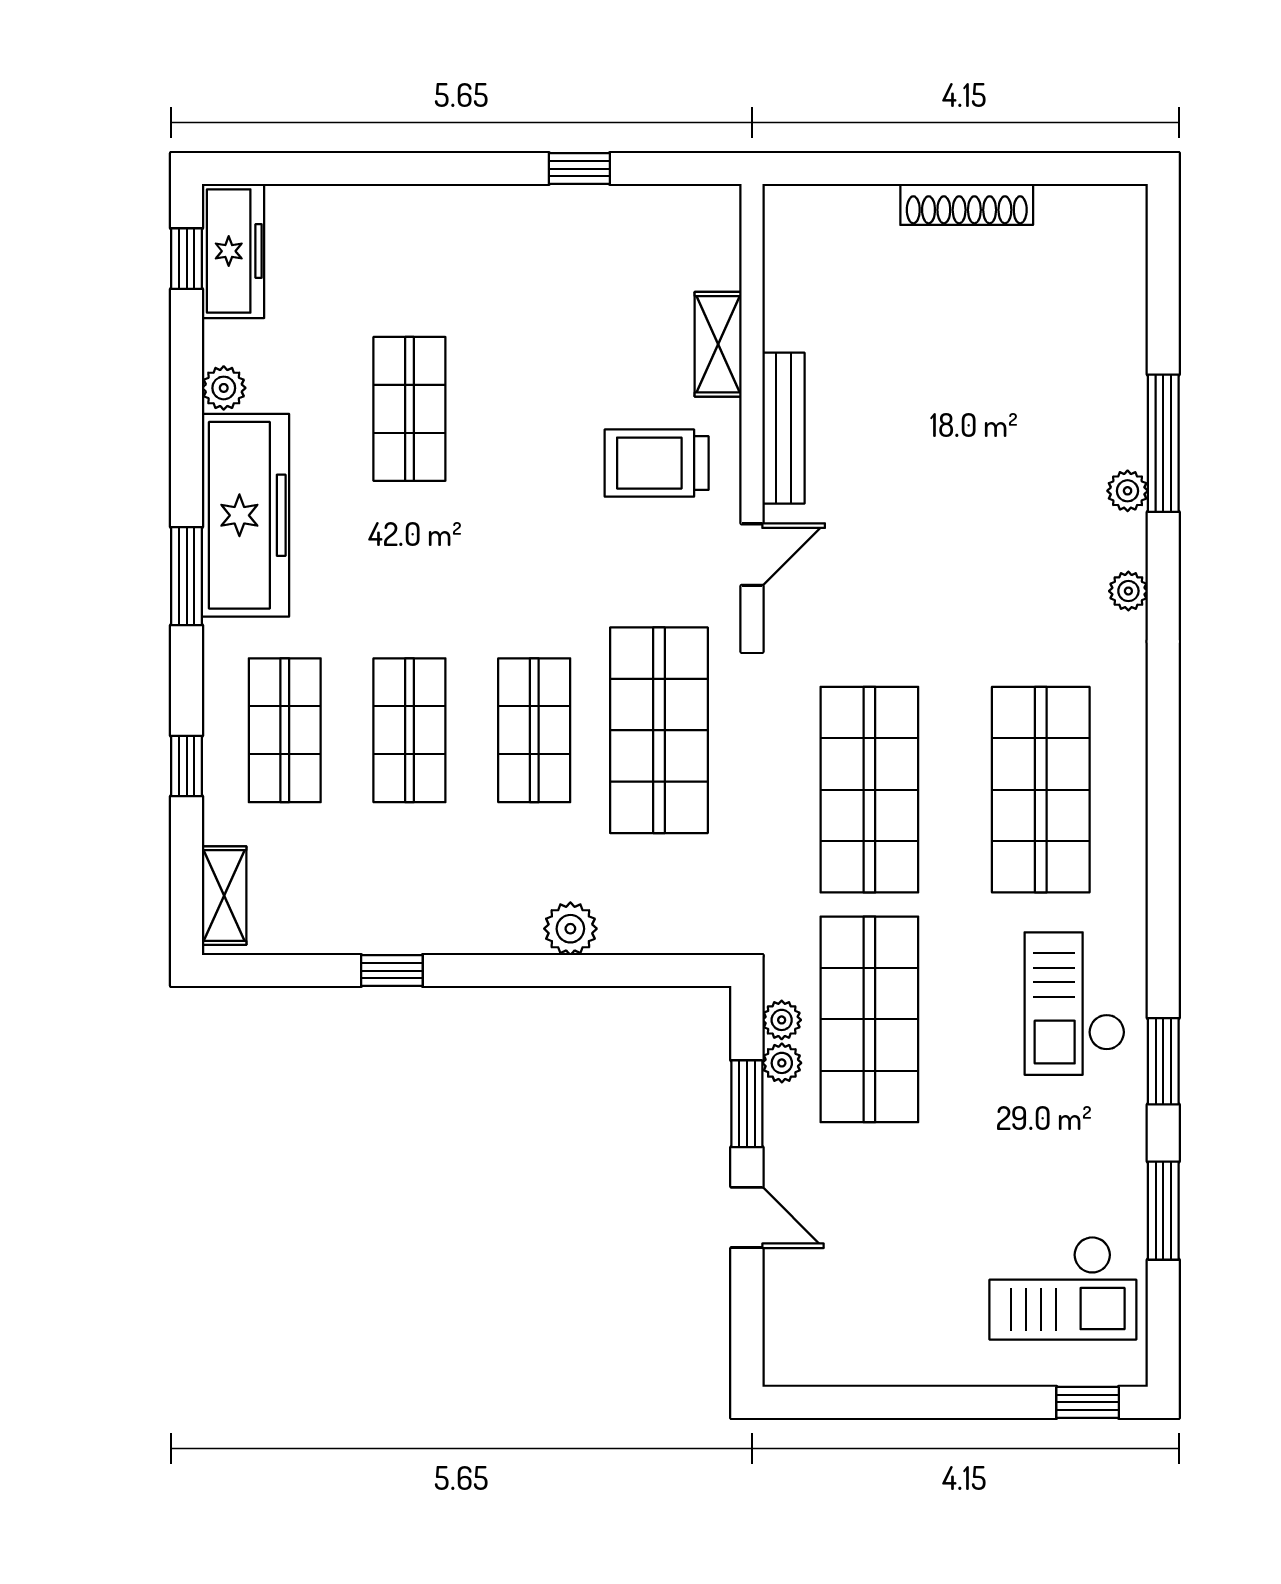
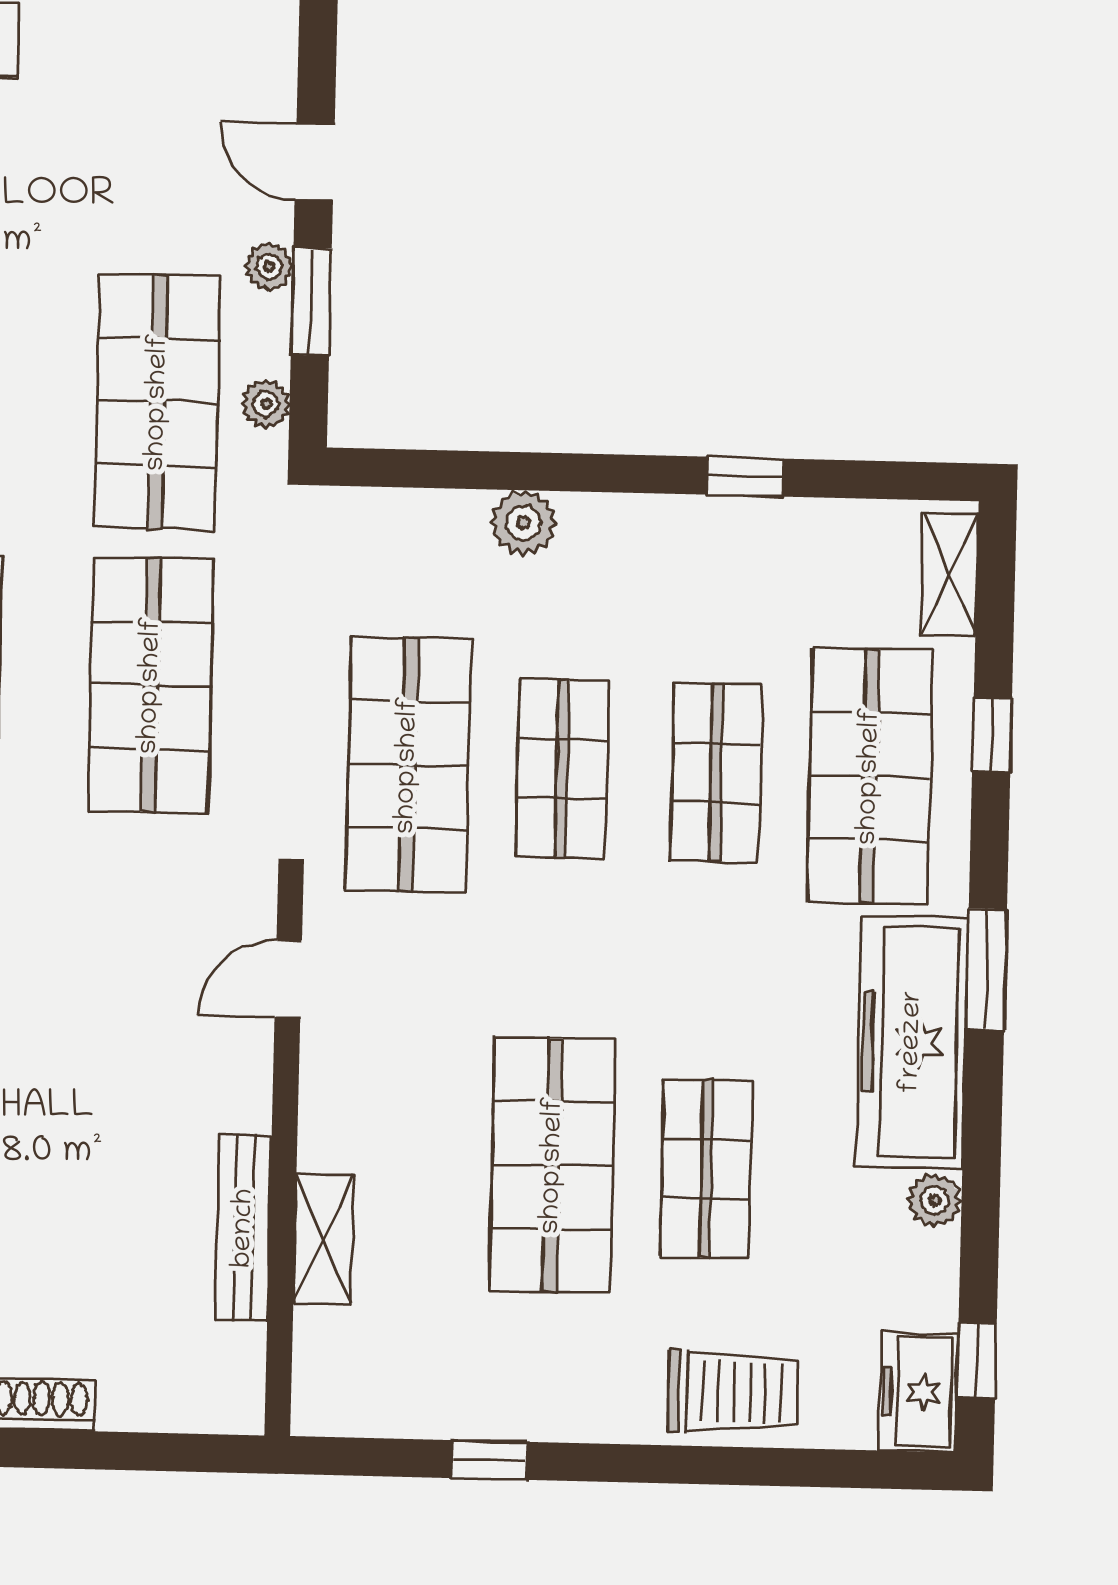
freezer: (233, 251) -> (919, 1392), width x0.71
shop shelf: (534, 409) -> (553, 1165), added
bench: (783, 428) -> (244, 1228), moved
trolley: (657, 463) -> (733, 1392), moved
shop shelf: (285, 730) -> (870, 776), width x1.43, depth x1.36
plant: (782, 1063) -> (269, 266), moved

